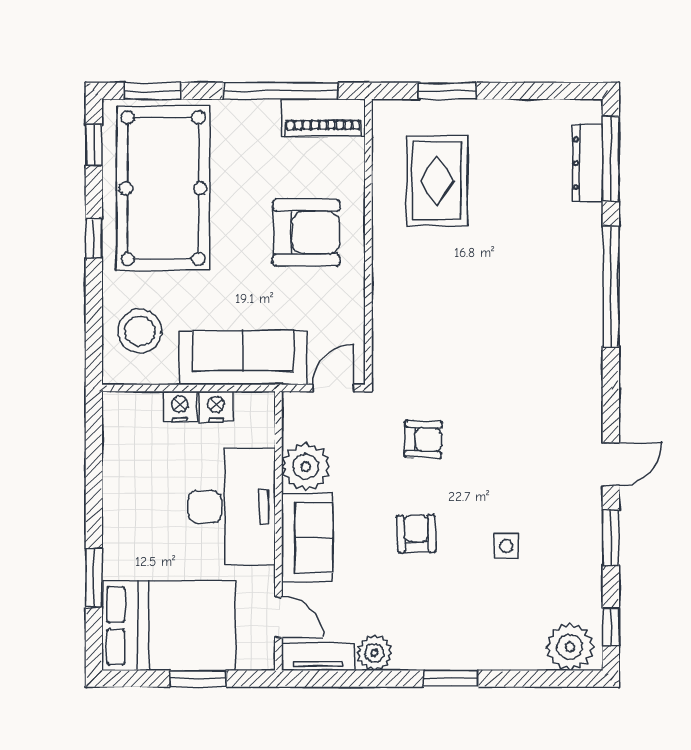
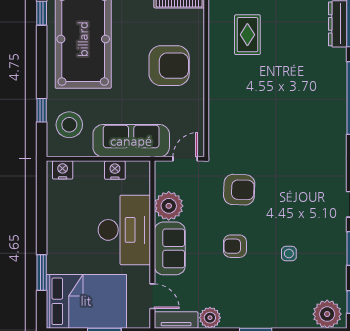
rug: (437, 181) -> (247, 35), width x0.73, depth x0.70
window: (94, 238) -> (42, 110), moved
nightstand: (180, 407) -> (63, 170), moved
armchair: (423, 439) -> (239, 190), width x1.38, depth x1.38
armchair: (416, 534) -> (235, 246), turned -88

